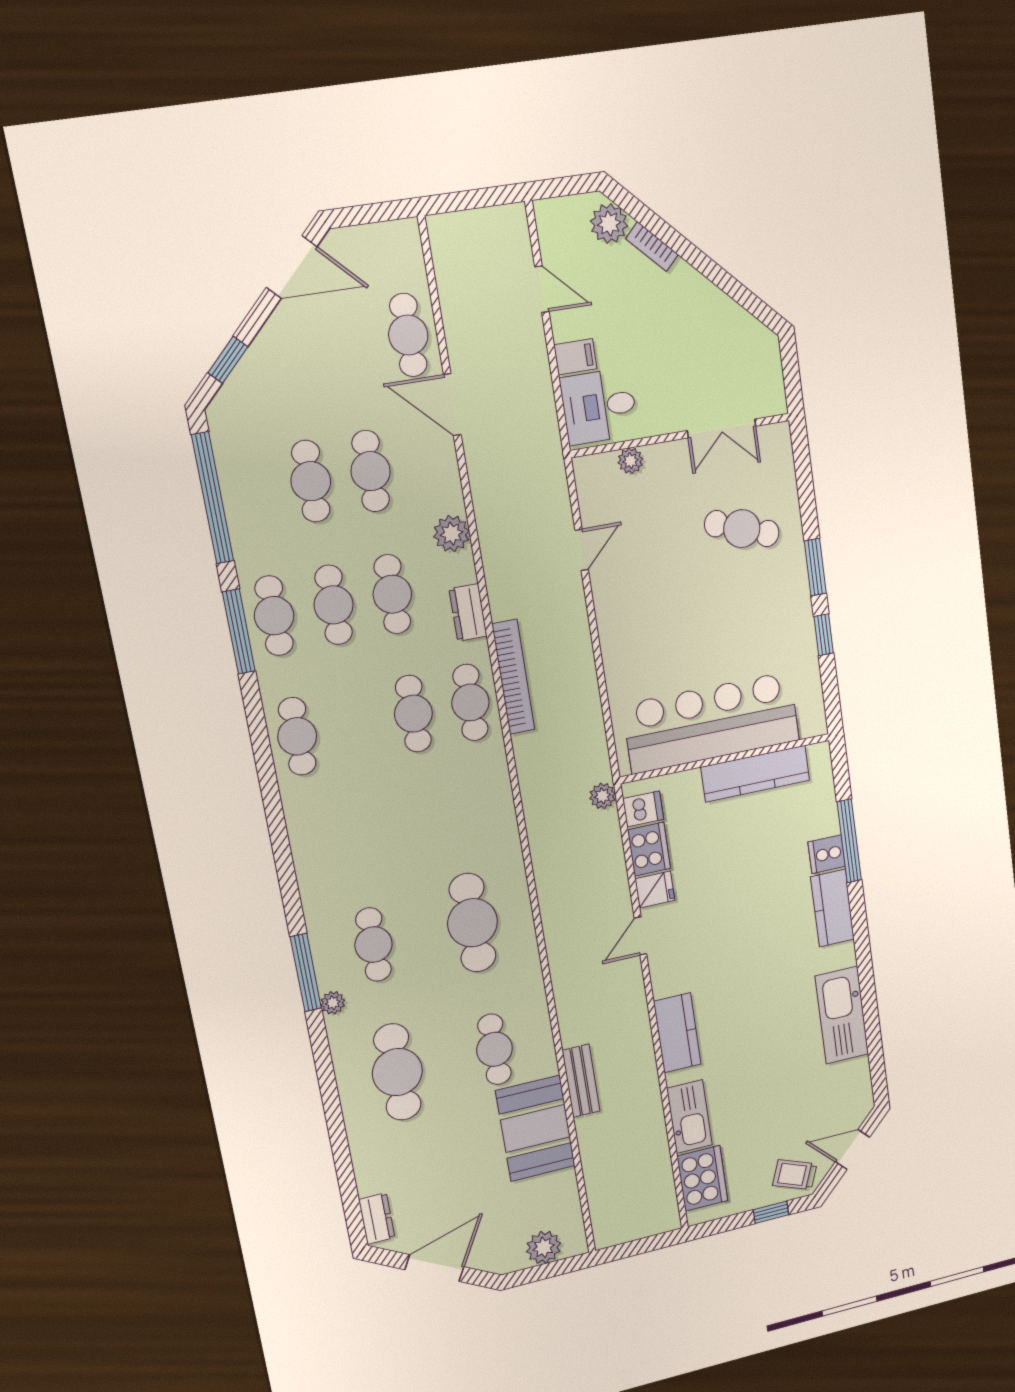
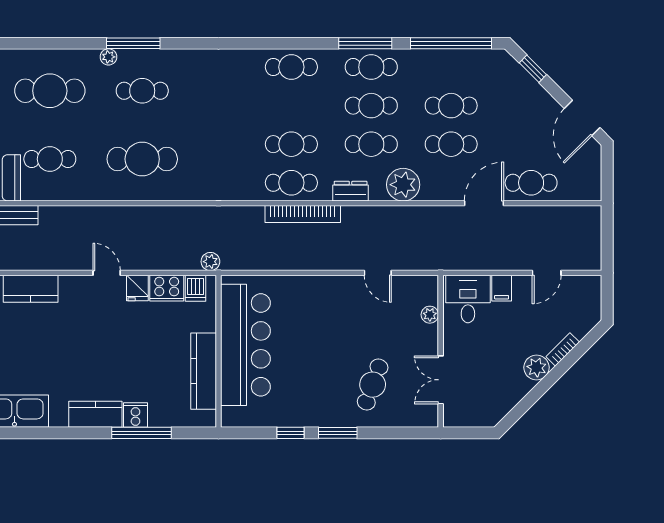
plant: (609, 224) -> (536, 367), moved
plant: (452, 534) -> (403, 185), width x1.36, depth x1.36

